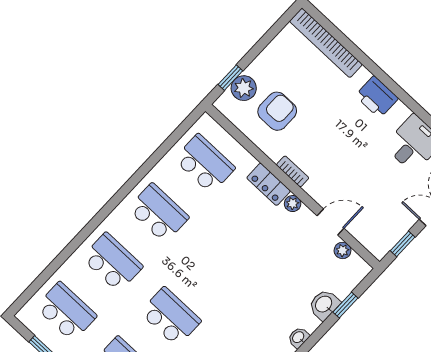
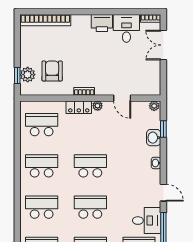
printer: (377, 97) -> (102, 23), moved
door: (331, 222) -> (122, 98), swing flipped
window: (403, 244) -> (163, 78), removed
plant: (343, 250) -> (154, 106), moved
school desk: (217, 267) -> (90, 166), added

